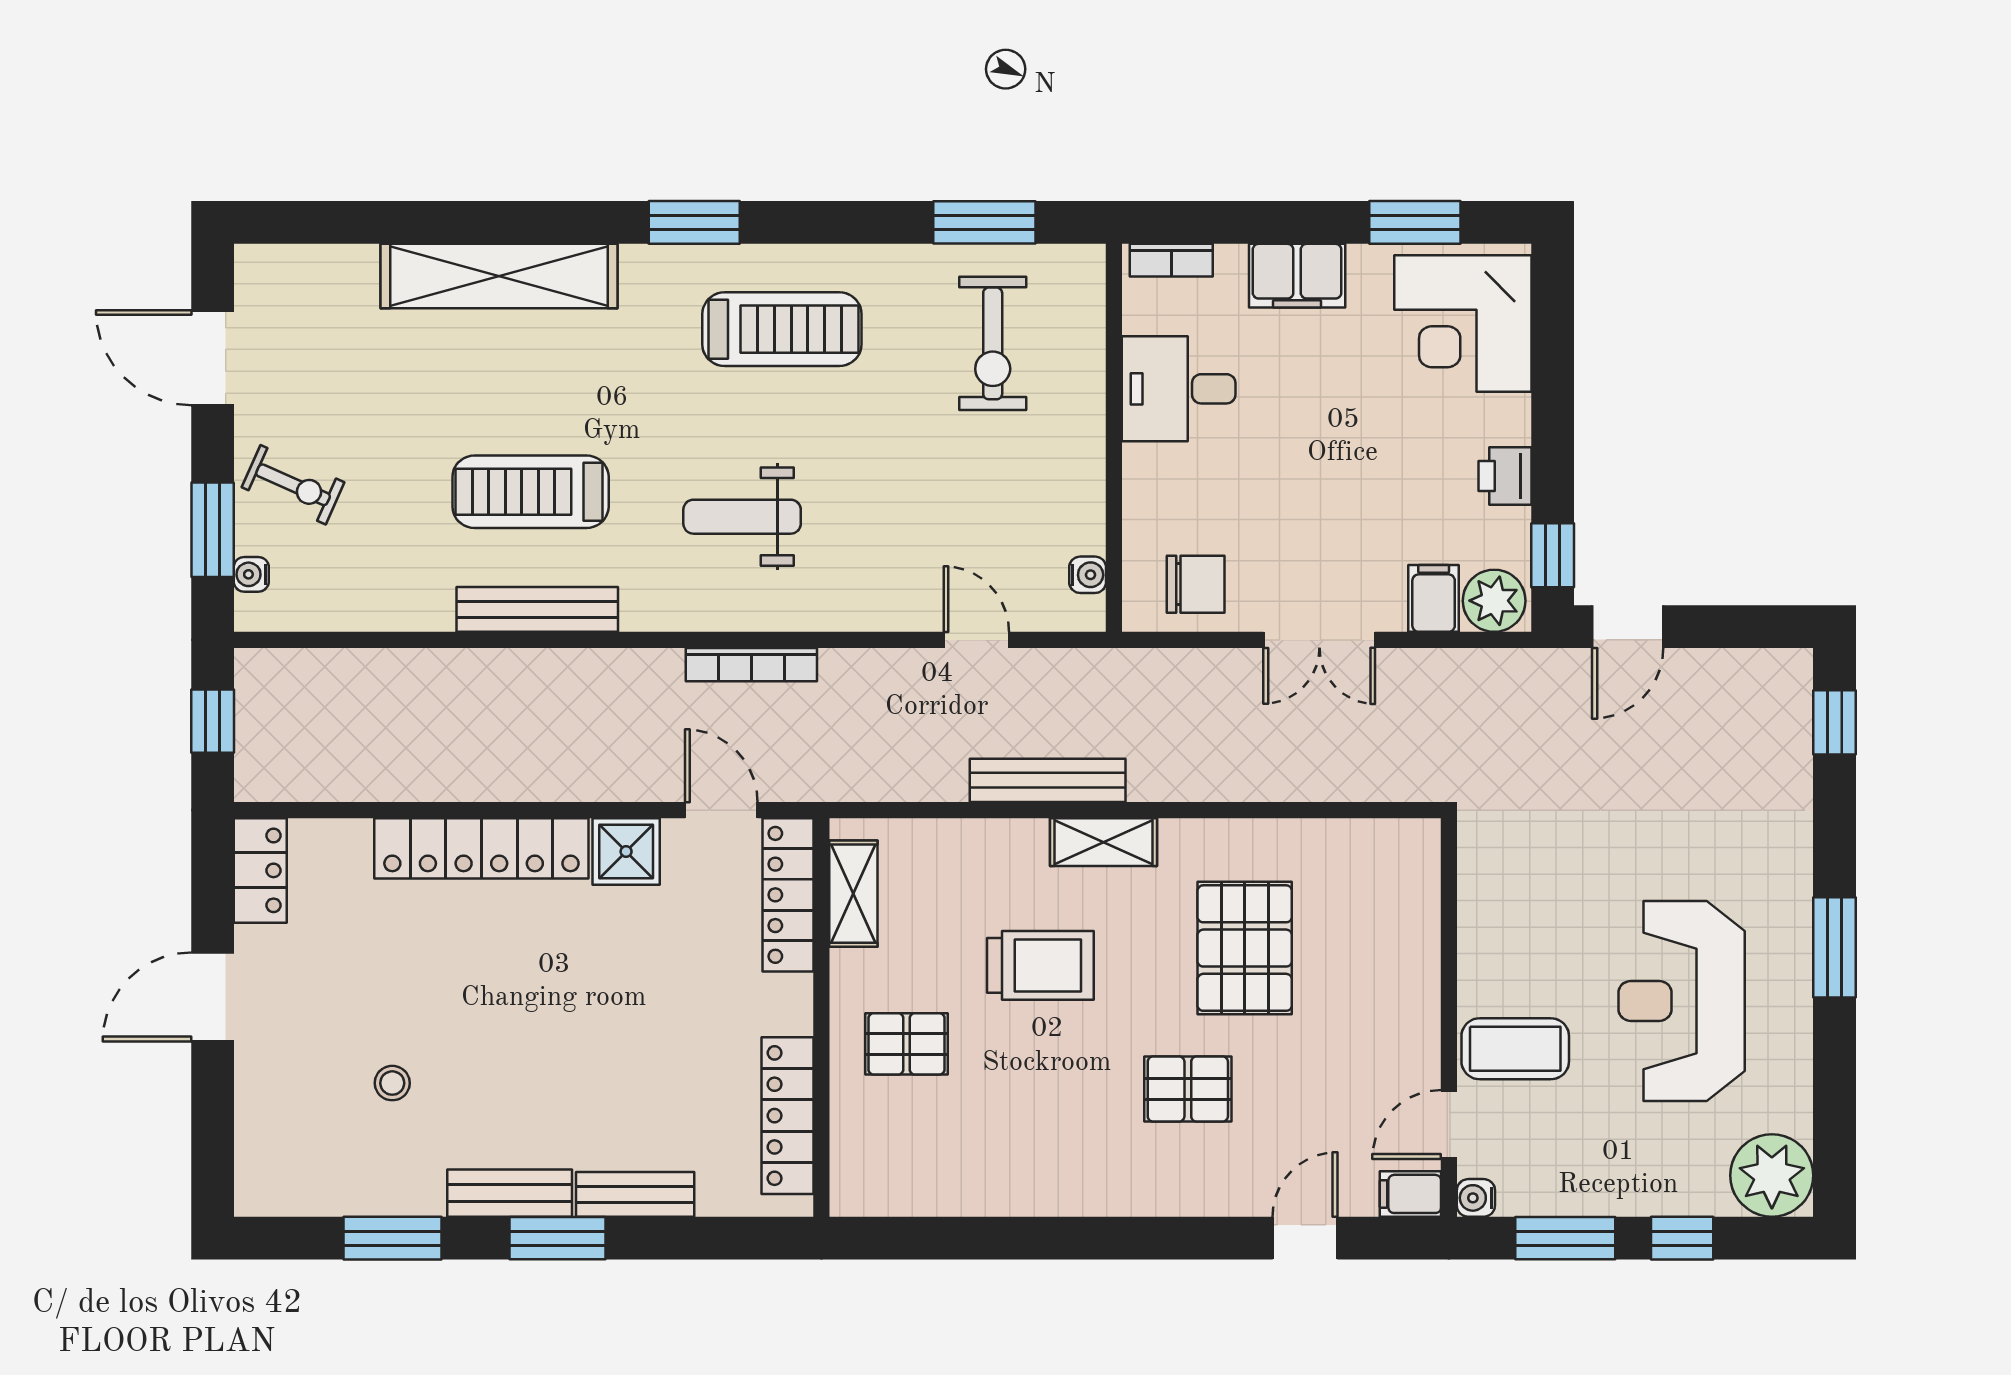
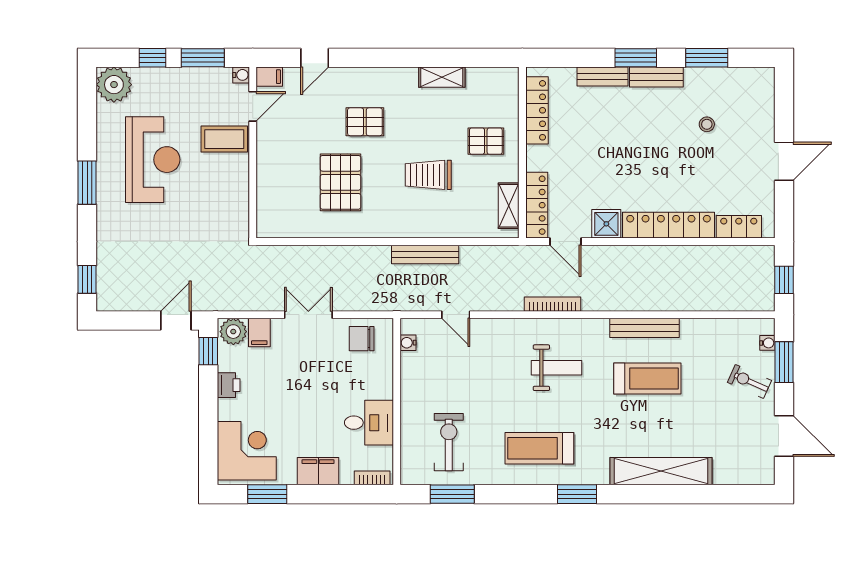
shelving: (1104, 842) -> (442, 77), moved
locker: (260, 870) -> (739, 227), moved, turned 90

